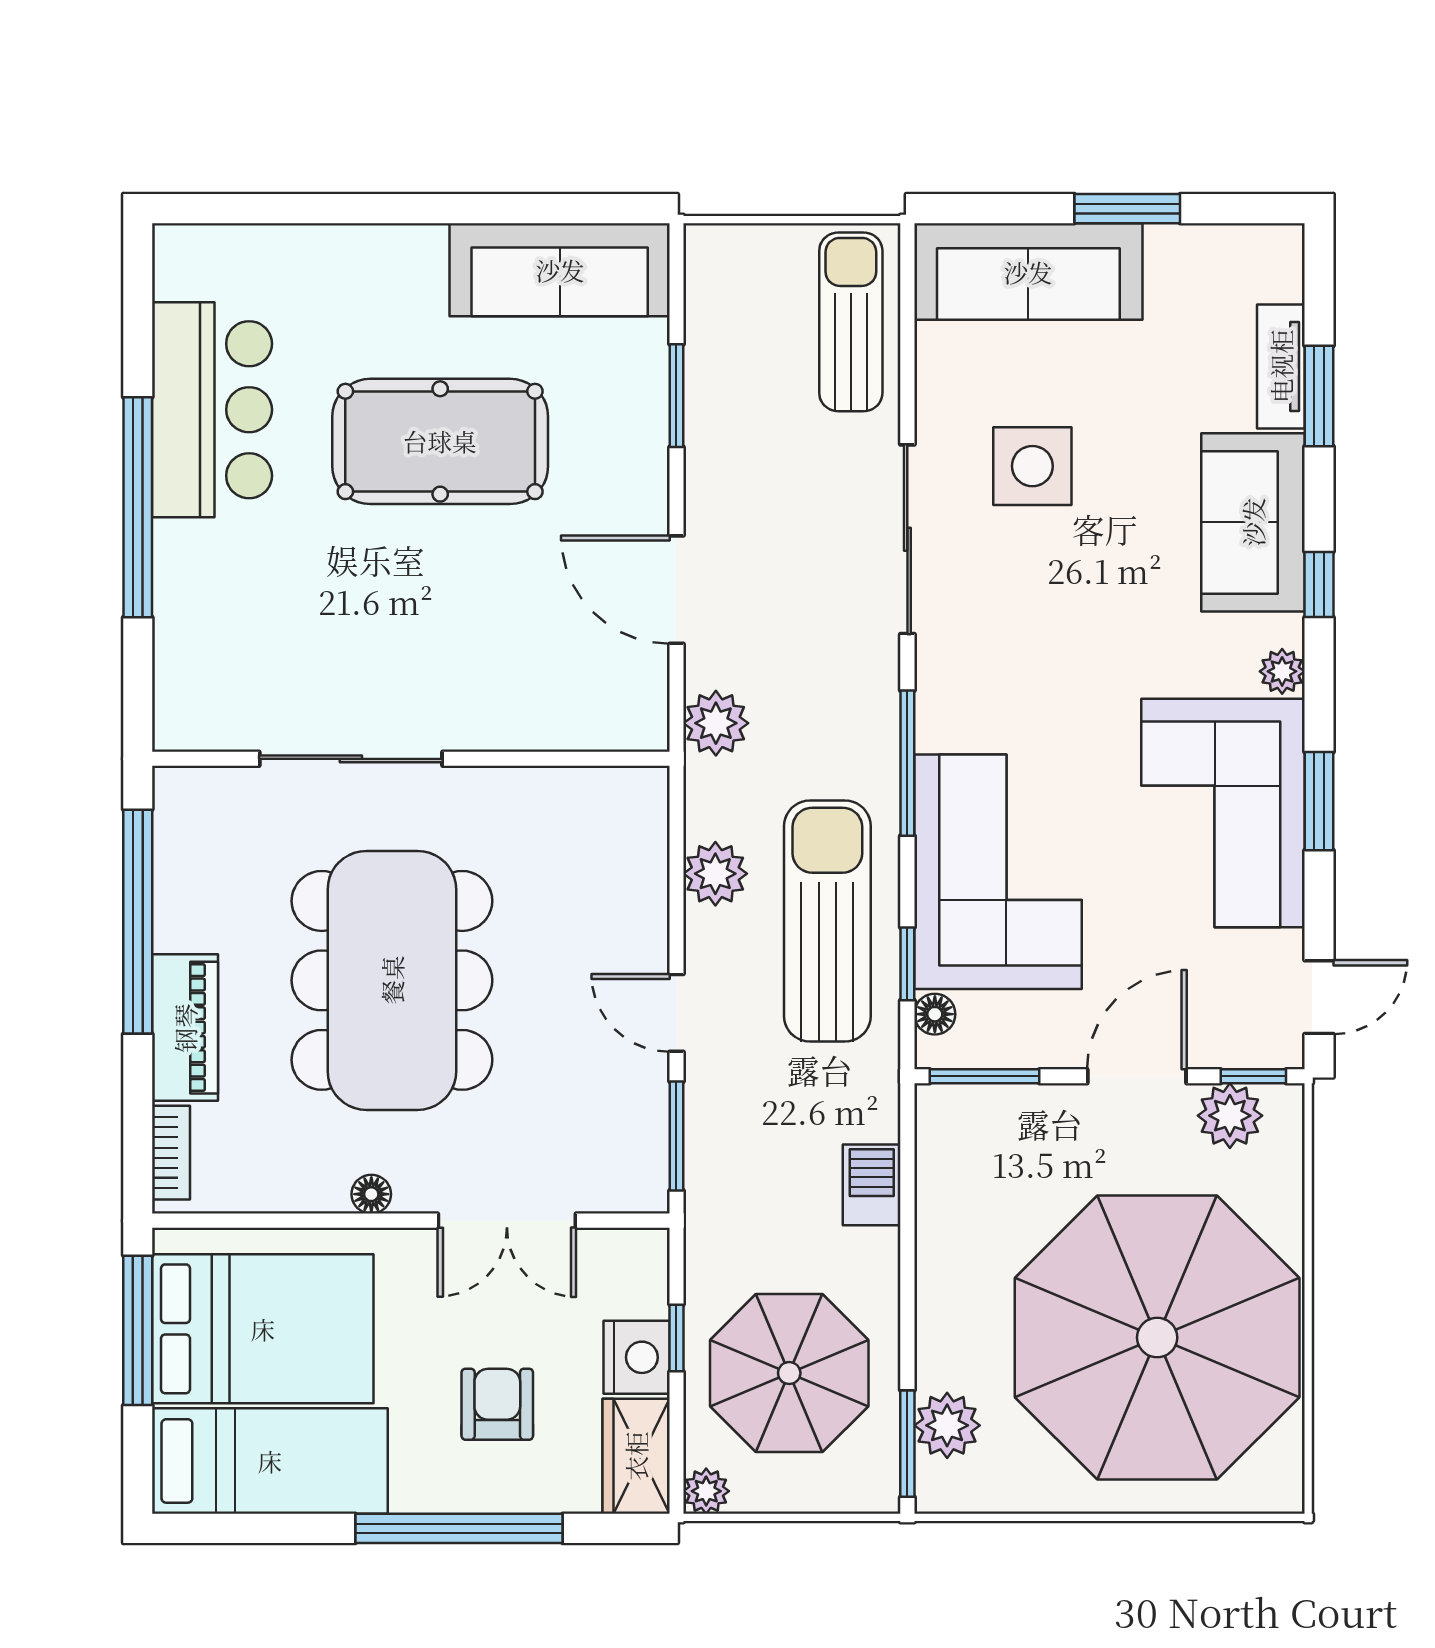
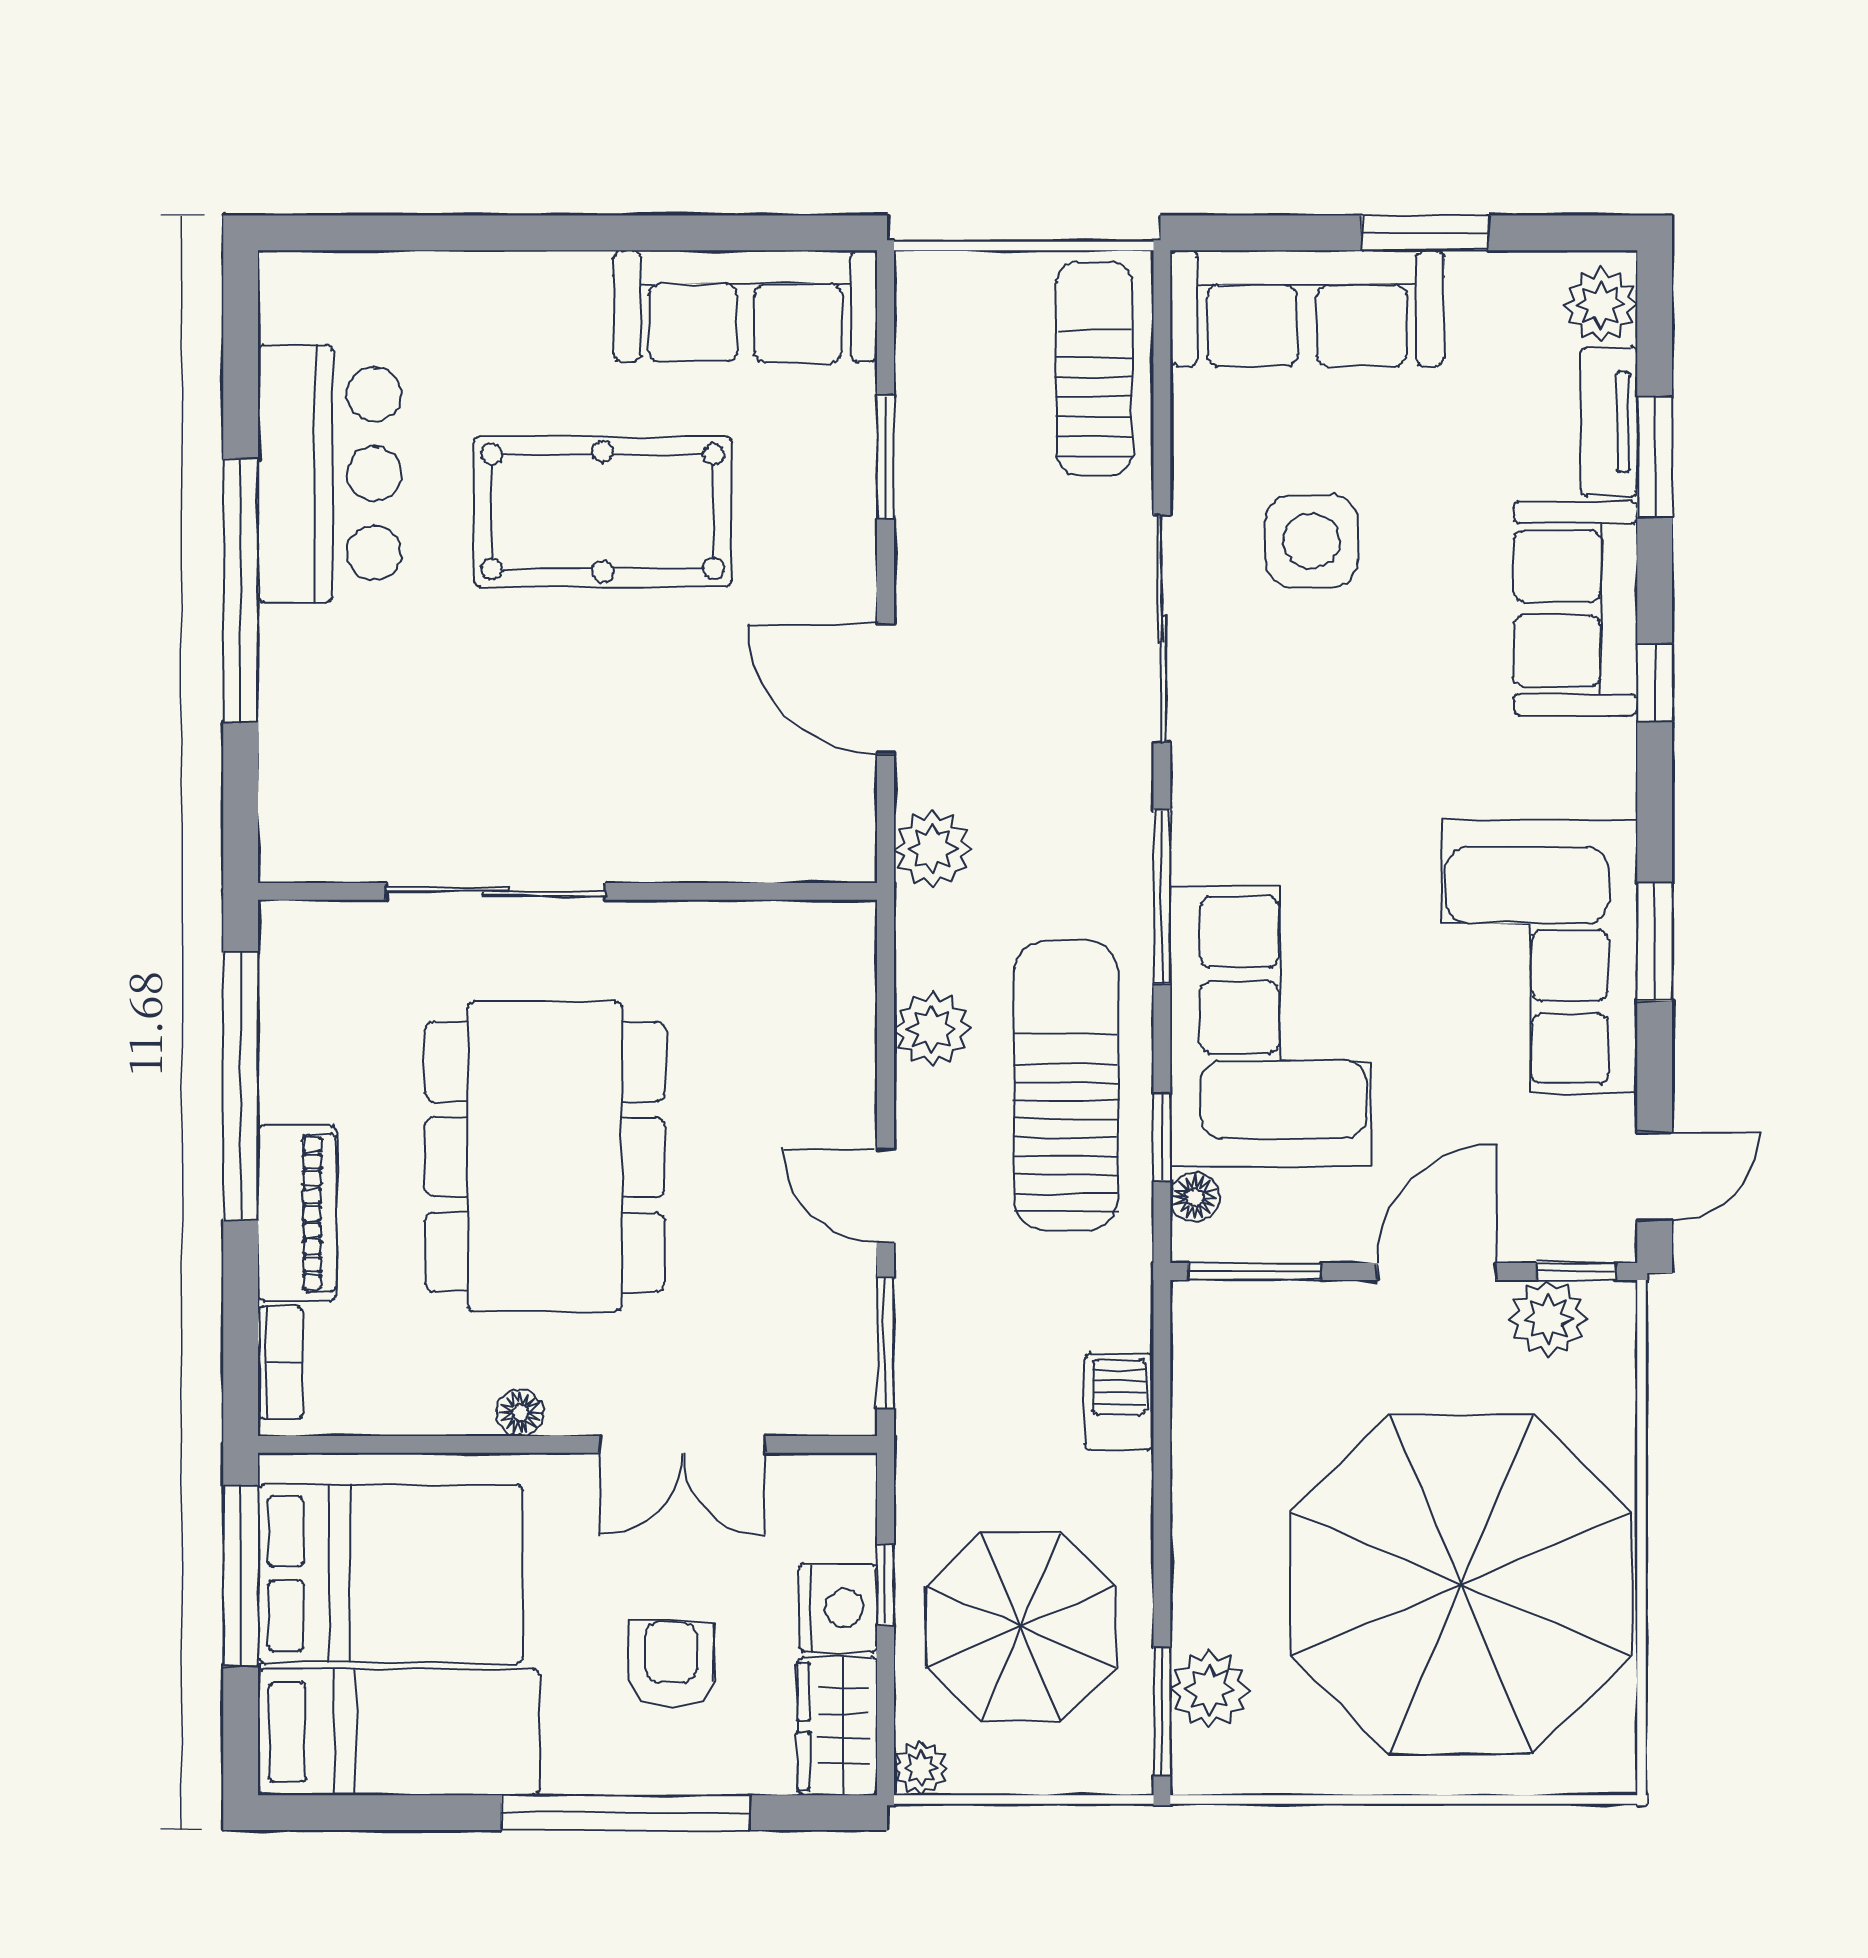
plant: (1282, 671) -> (1600, 305), moved, width x1.38, depth x1.38

